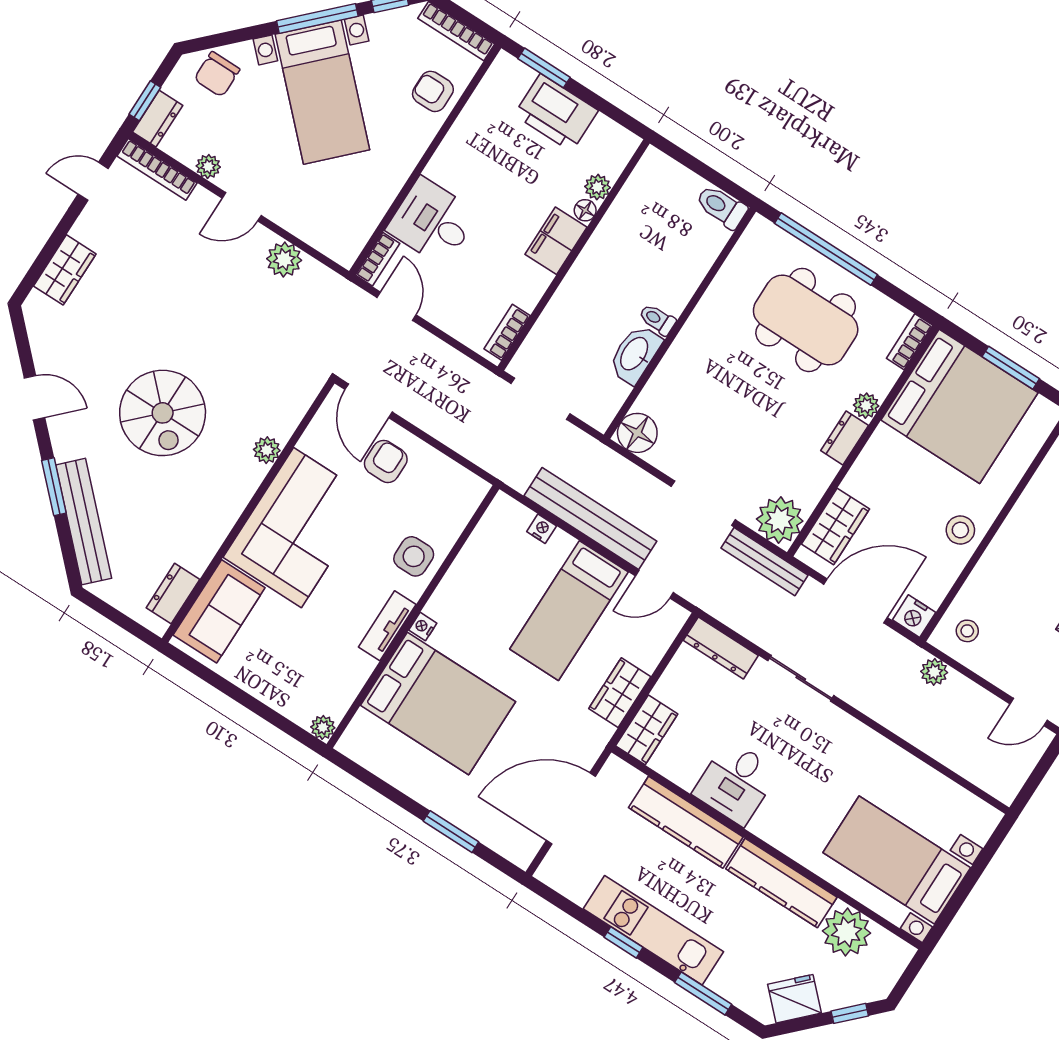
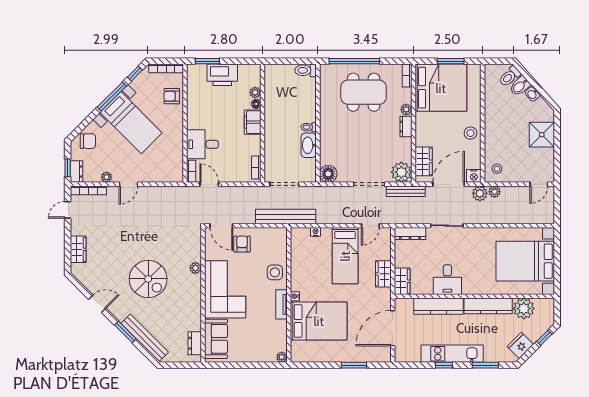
chair: (217, 74) -> (88, 141), turned -90
plant: (284, 259) -> (480, 193), moved
bench: (590, 519) -> (286, 217), moved
bed with nightstands: (897, 860) -> (525, 261), width x1.36

